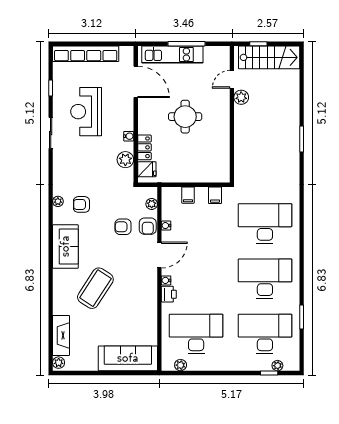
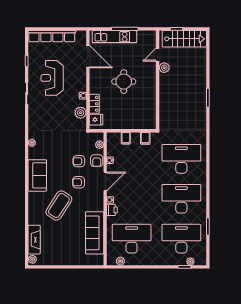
armchair: (81, 204) -> (79, 182), moved
sofa: (128, 358) -> (95, 233), moved, turned -90

